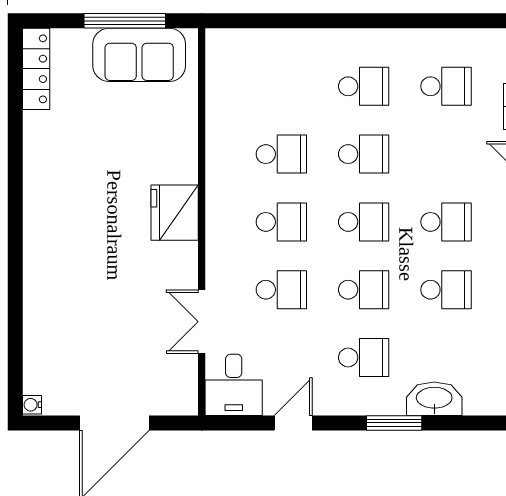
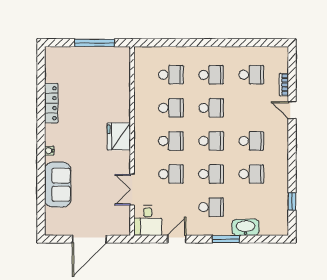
sofa: (139, 55) -> (58, 185), moved, turned -90
locker: (36, 69) -> (51, 103), moved
school desk: (281, 86) -> (171, 75), added
water cooler: (32, 405) -> (49, 151), moved

